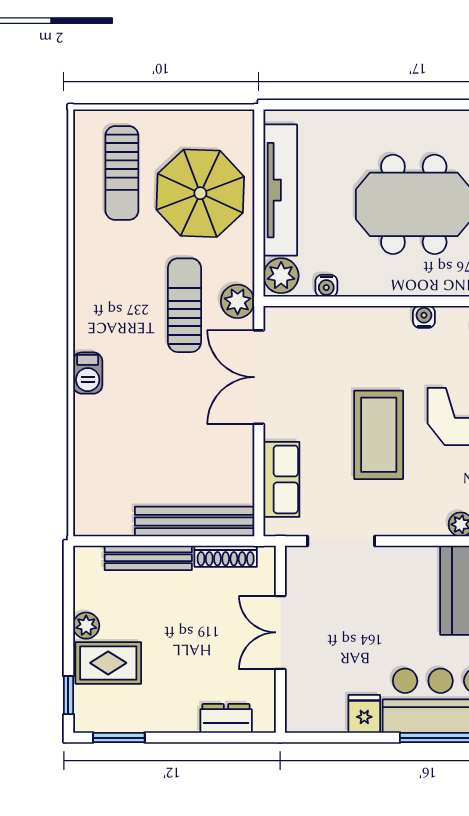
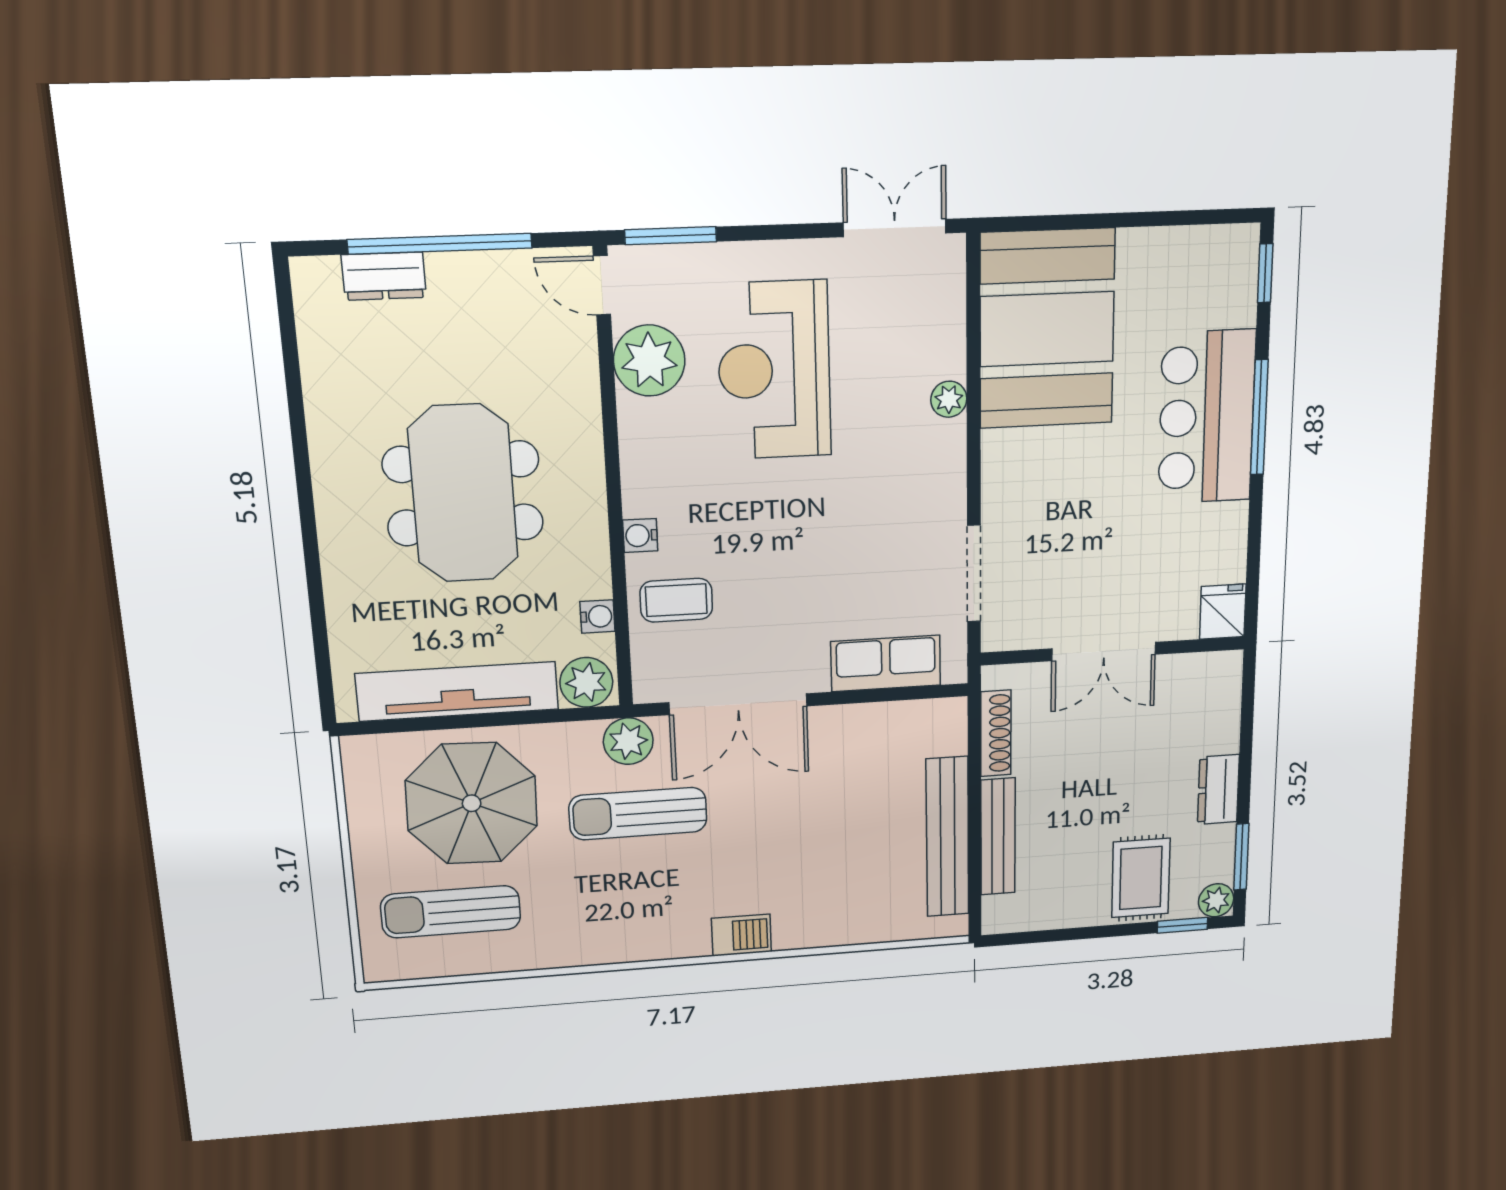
sun lounger: (122, 173) -> (451, 912), turned 180
water cooler: (424, 317) -> (640, 535), moved
coffee table: (379, 435) -> (676, 600), moved, width x0.54, depth x0.58
bench: (195, 521) -> (948, 837), moved
plant: (86, 626) -> (1216, 900), moved
fridge: (364, 714) -> (1223, 612), moved, turned 90
dresser: (226, 718) -> (1218, 789), moved

